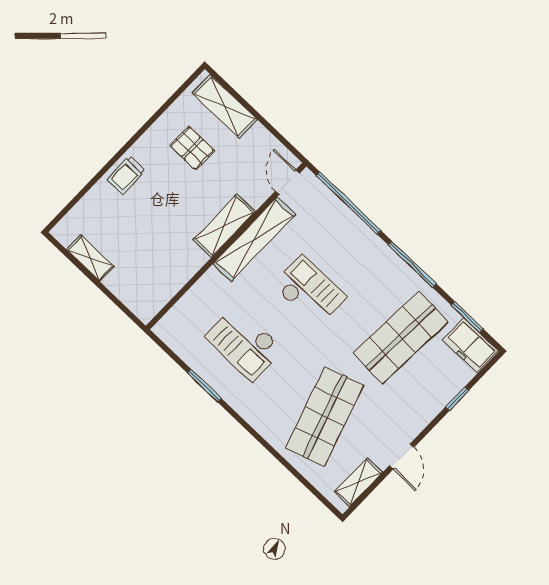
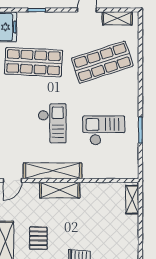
shelving: (90, 258) -> (132, 200), moved
checkout: (310, 291) -> (52, 123), turned 180
checkout: (244, 343) -> (104, 130), turned -90

